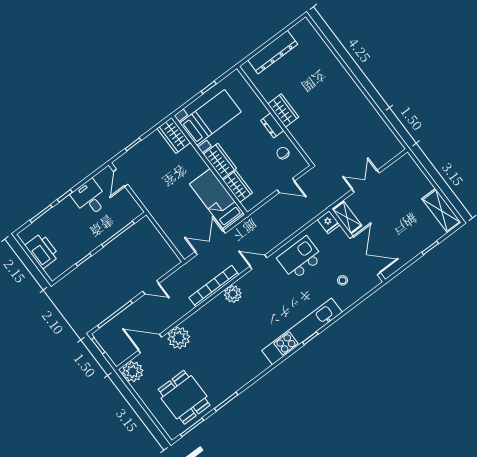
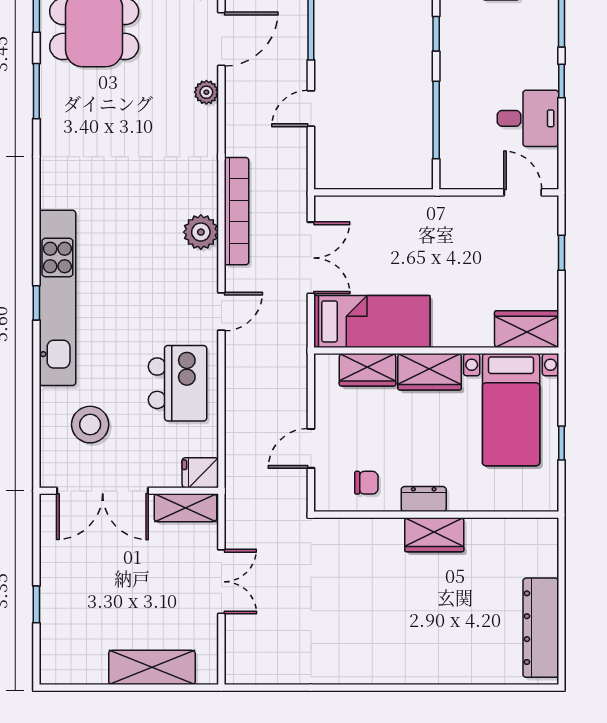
dresser: (273, 52) -> (541, 628), moved
shelving: (441, 211) -> (152, 667), moved
stool: (343, 280) -> (90, 425), width x1.89, depth x1.89
plant: (179, 338) -> (206, 92), width x0.53, depth x0.53

